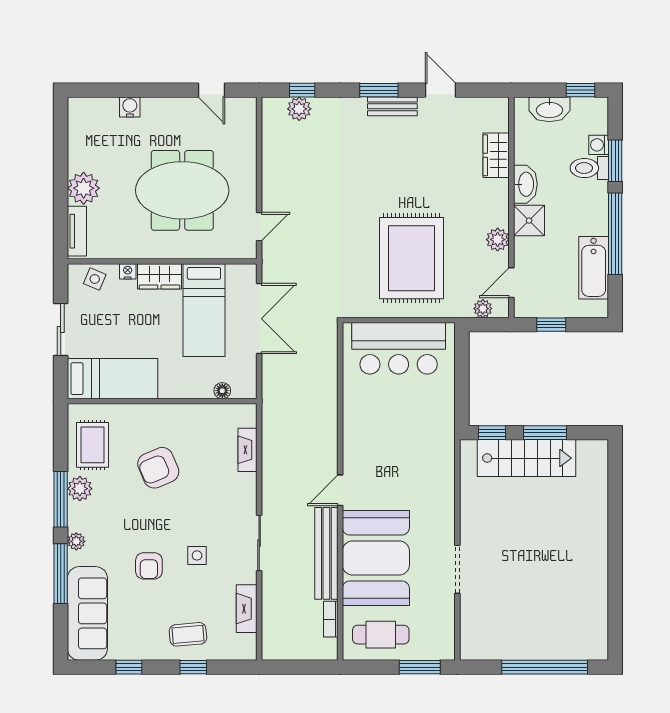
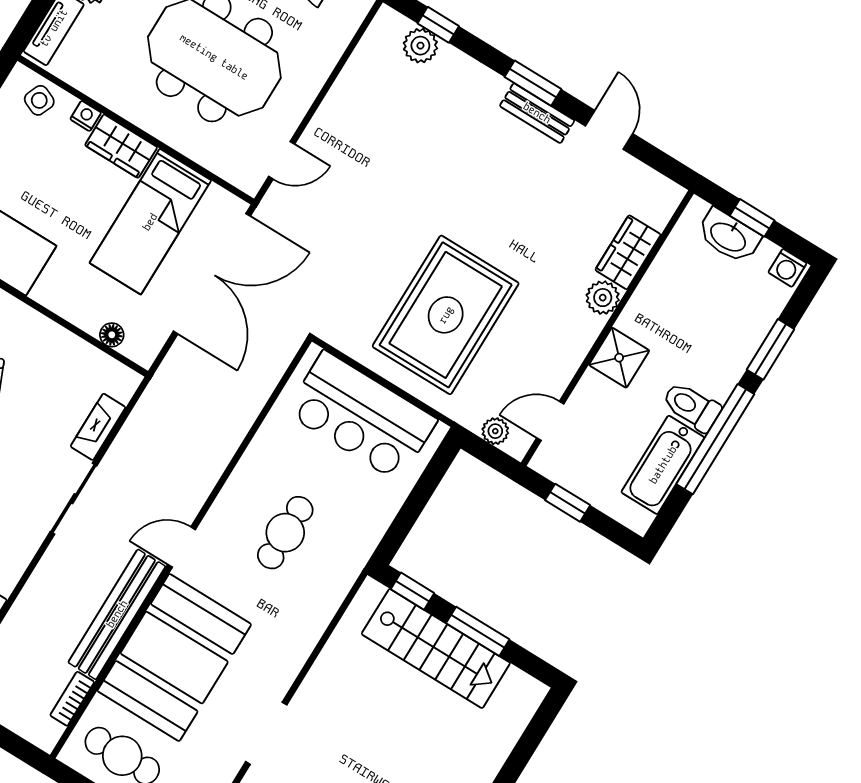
window: (581, 90) -> (752, 218), moved
washing machine: (599, 145) -> (787, 268), moved, turned -90
toilet: (589, 168) -> (691, 407), moved
washbasin: (525, 184) -> (642, 310), removed
plant: (498, 240) -> (603, 298), moved
double door: (259, 319) -> (212, 274), width x1.36
cafe table: (396, 444) -> (285, 533), added
sliding door: (259, 543) -> (73, 499), moved

